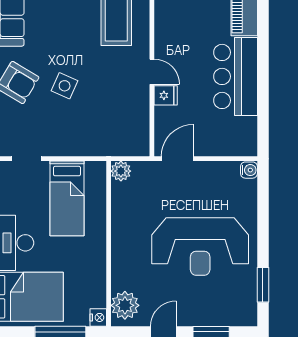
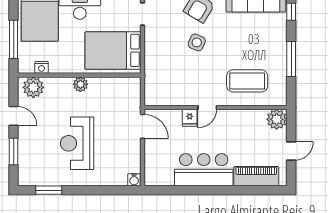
plant: (121, 171) -> (80, 84), moved
bed: (67, 198) -> (113, 50), width x1.50
reception desk: (200, 246) -> (77, 143), width x0.74, depth x0.77
nightstand: (98, 317) -> (42, 67), moved

